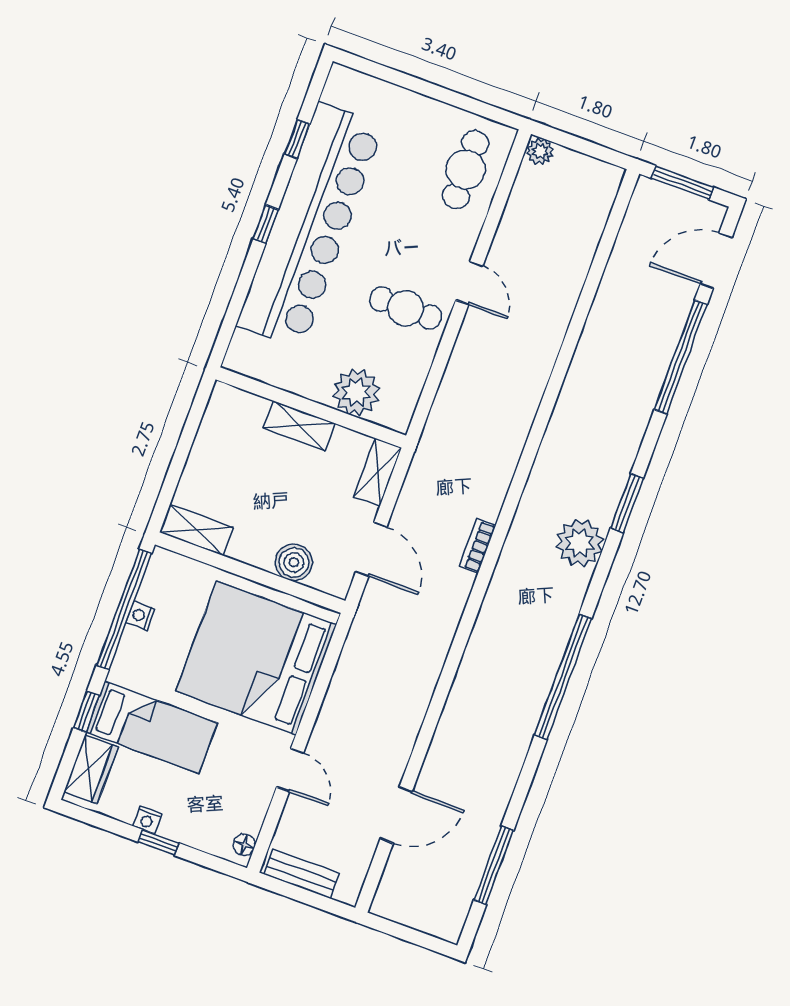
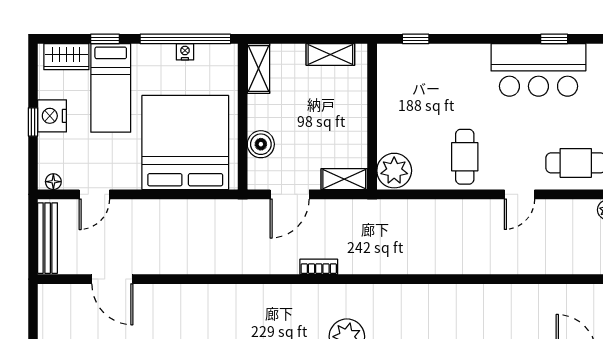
window: (266, 224) -> (416, 39), moved
bar counter: (310, 225) -> (538, 70), width x0.54
door: (469, 283) -> (519, 194), moved
plant: (356, 392) -> (394, 171), moved
shelving: (299, 426) -> (330, 54), moved, turned 90
door: (290, 770) -> (94, 194), moved
nightstand: (147, 820) -> (52, 116), width x1.89, depth x1.79
bench: (302, 874) -> (48, 238), width x1.36

